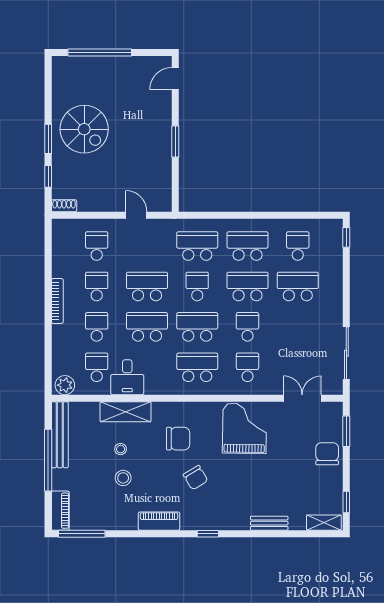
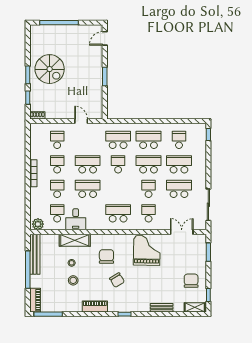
school desk: (197, 327) -> (179, 189), moved
chair: (178, 439) -> (106, 257), turned -90
chair: (327, 454) -> (191, 281), moved

